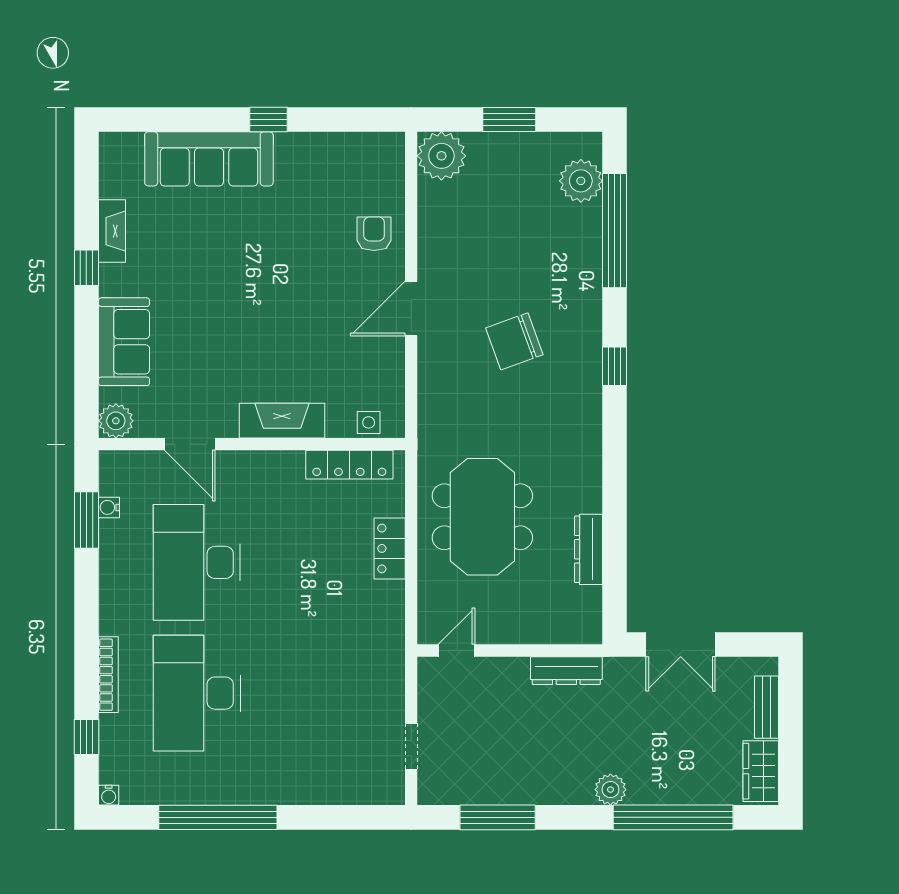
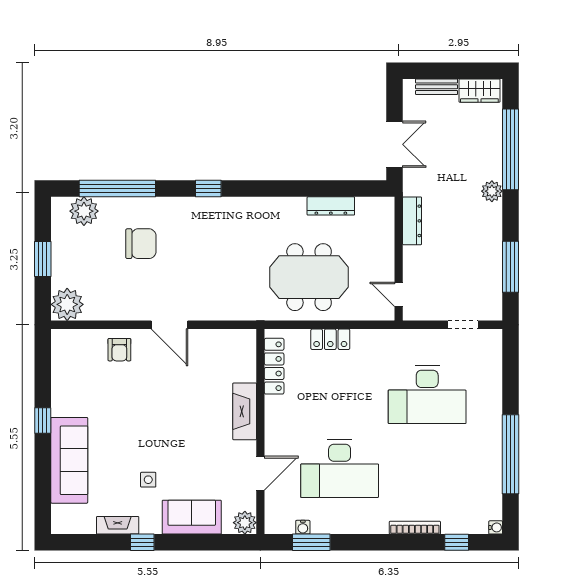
armchair: (374, 234) -> (119, 350), turned -90
chair: (514, 341) -> (141, 244), moved, turned -70
side table: (369, 422) -> (148, 480), moved
desk: (197, 693) -> (427, 395), moved

